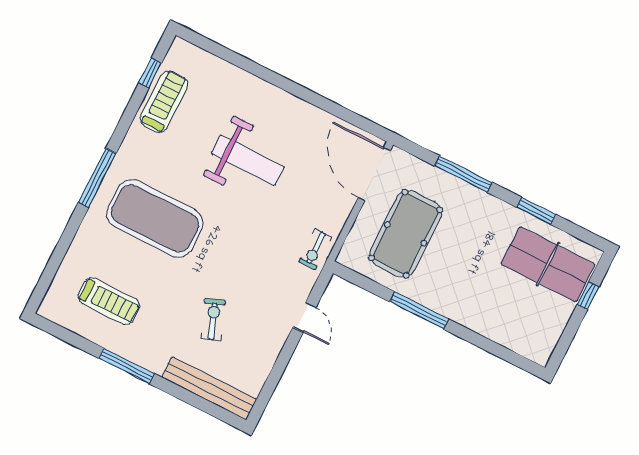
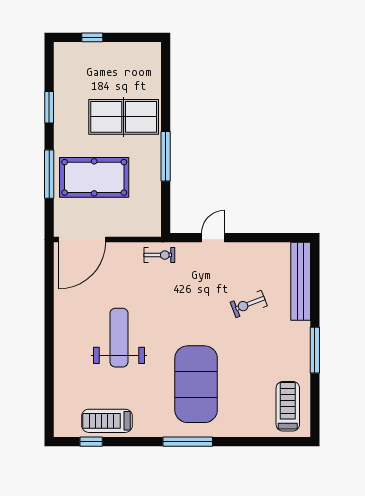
pool table: (406, 234) -> (94, 177), moved
table tennis table: (548, 264) -> (124, 117), moved, turned 90
treadmill: (109, 301) -> (288, 406), moved

